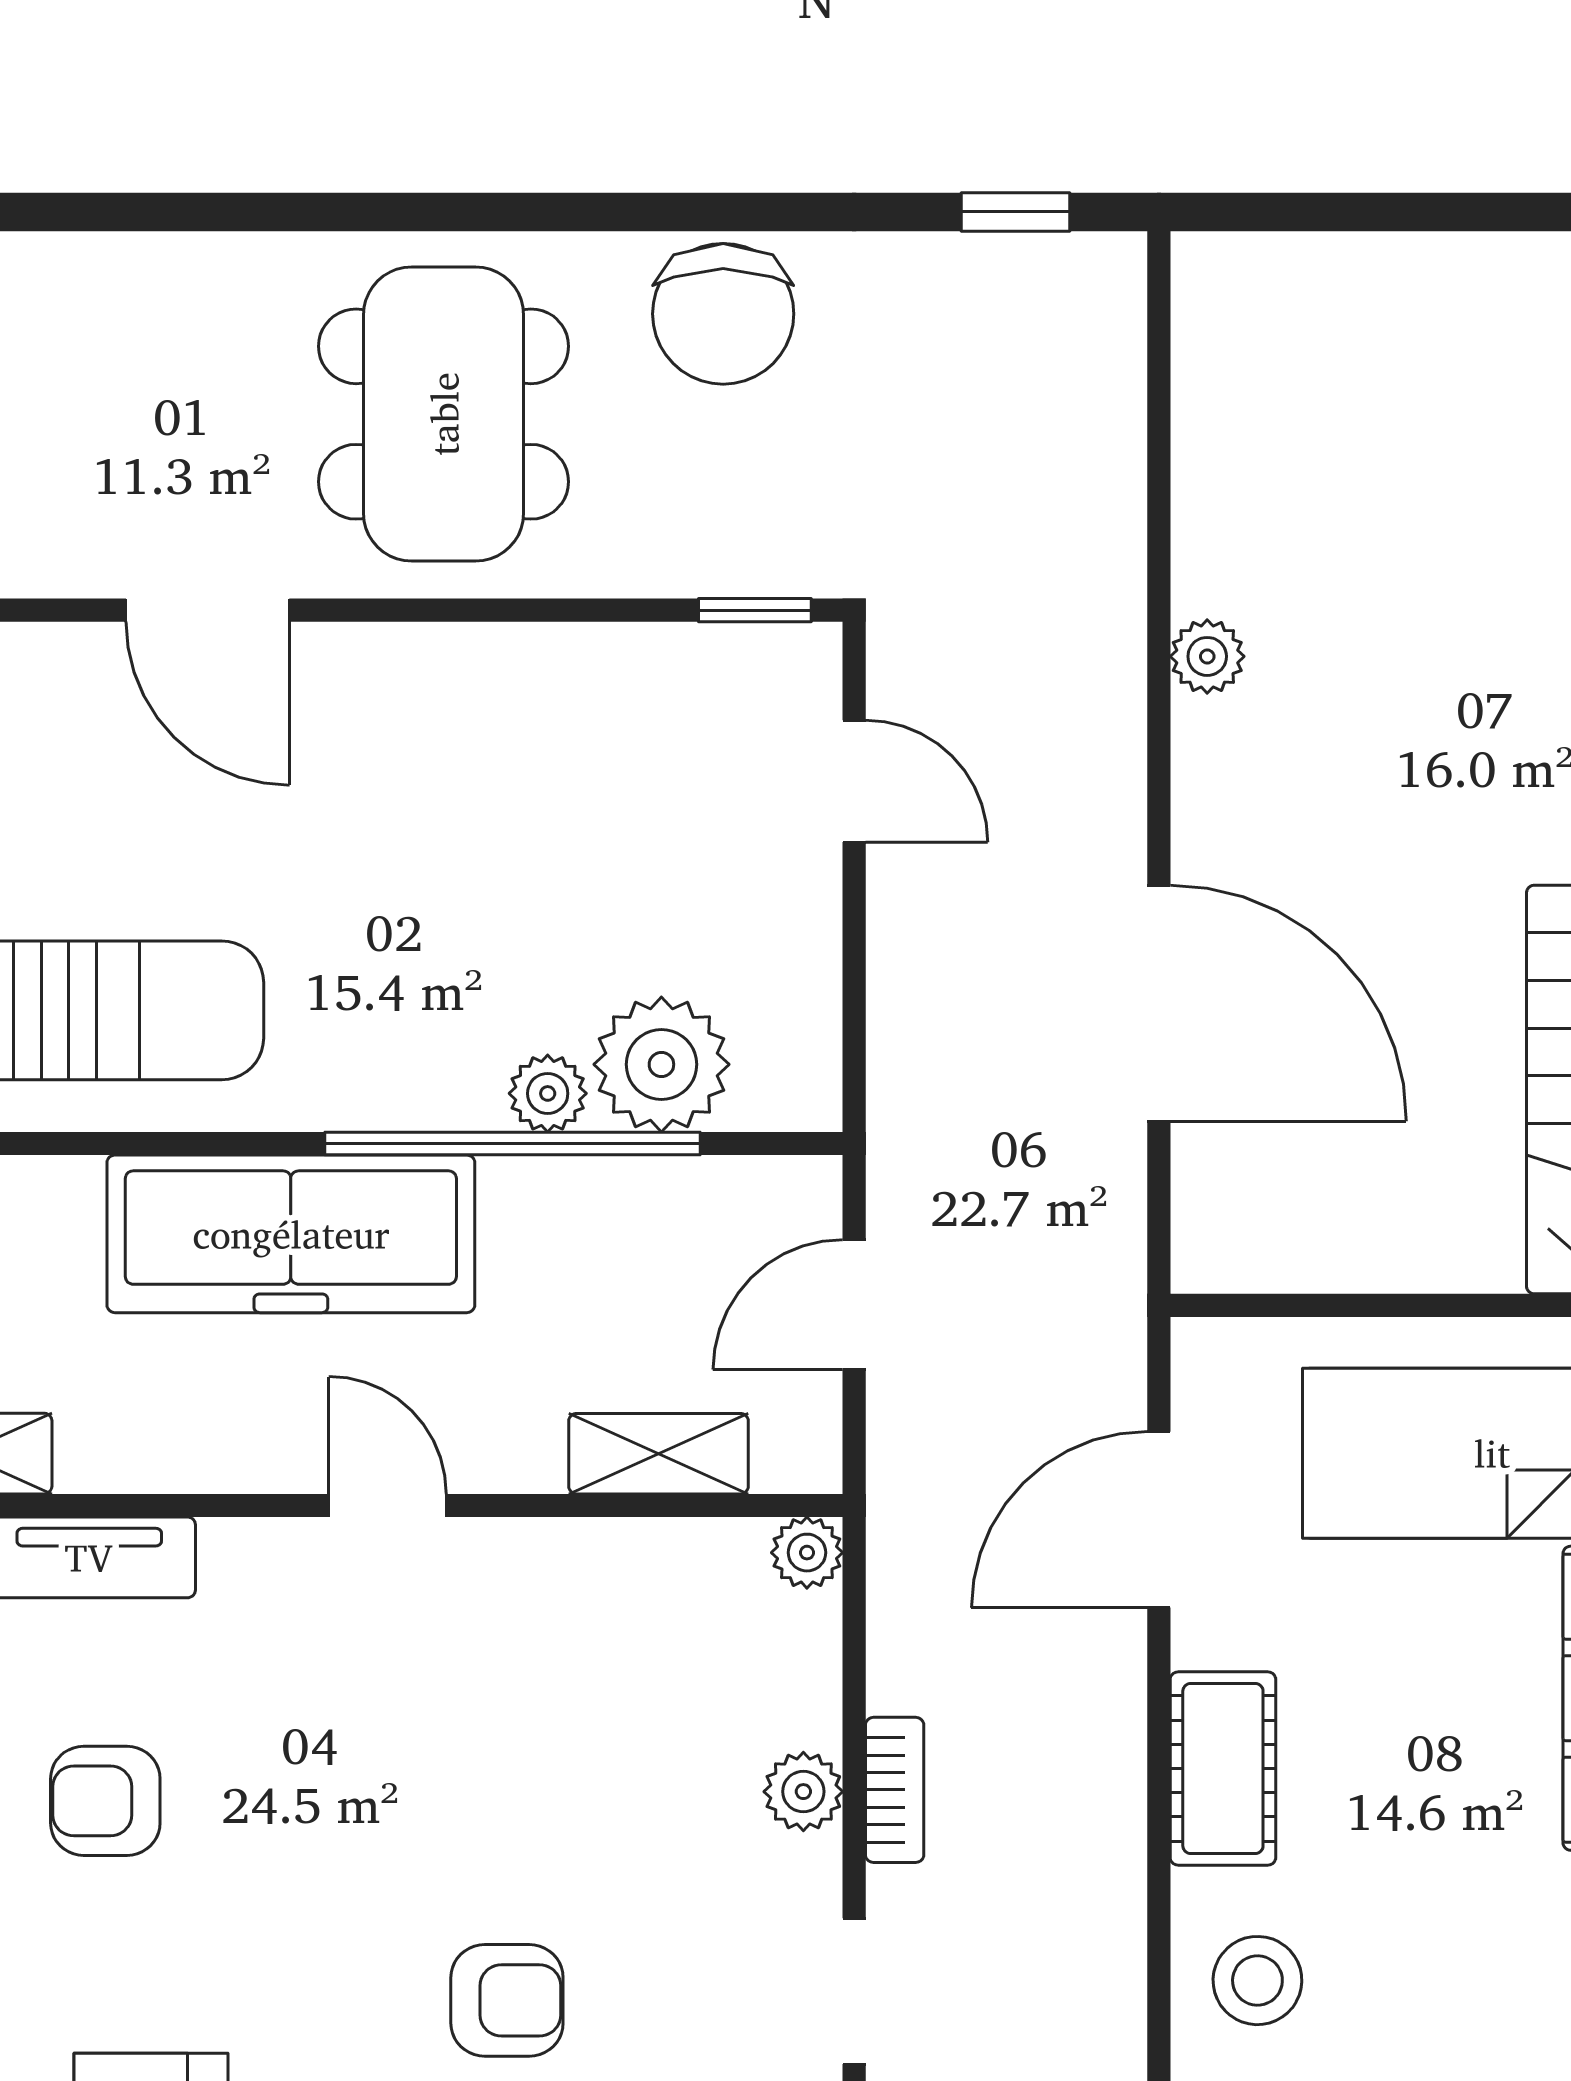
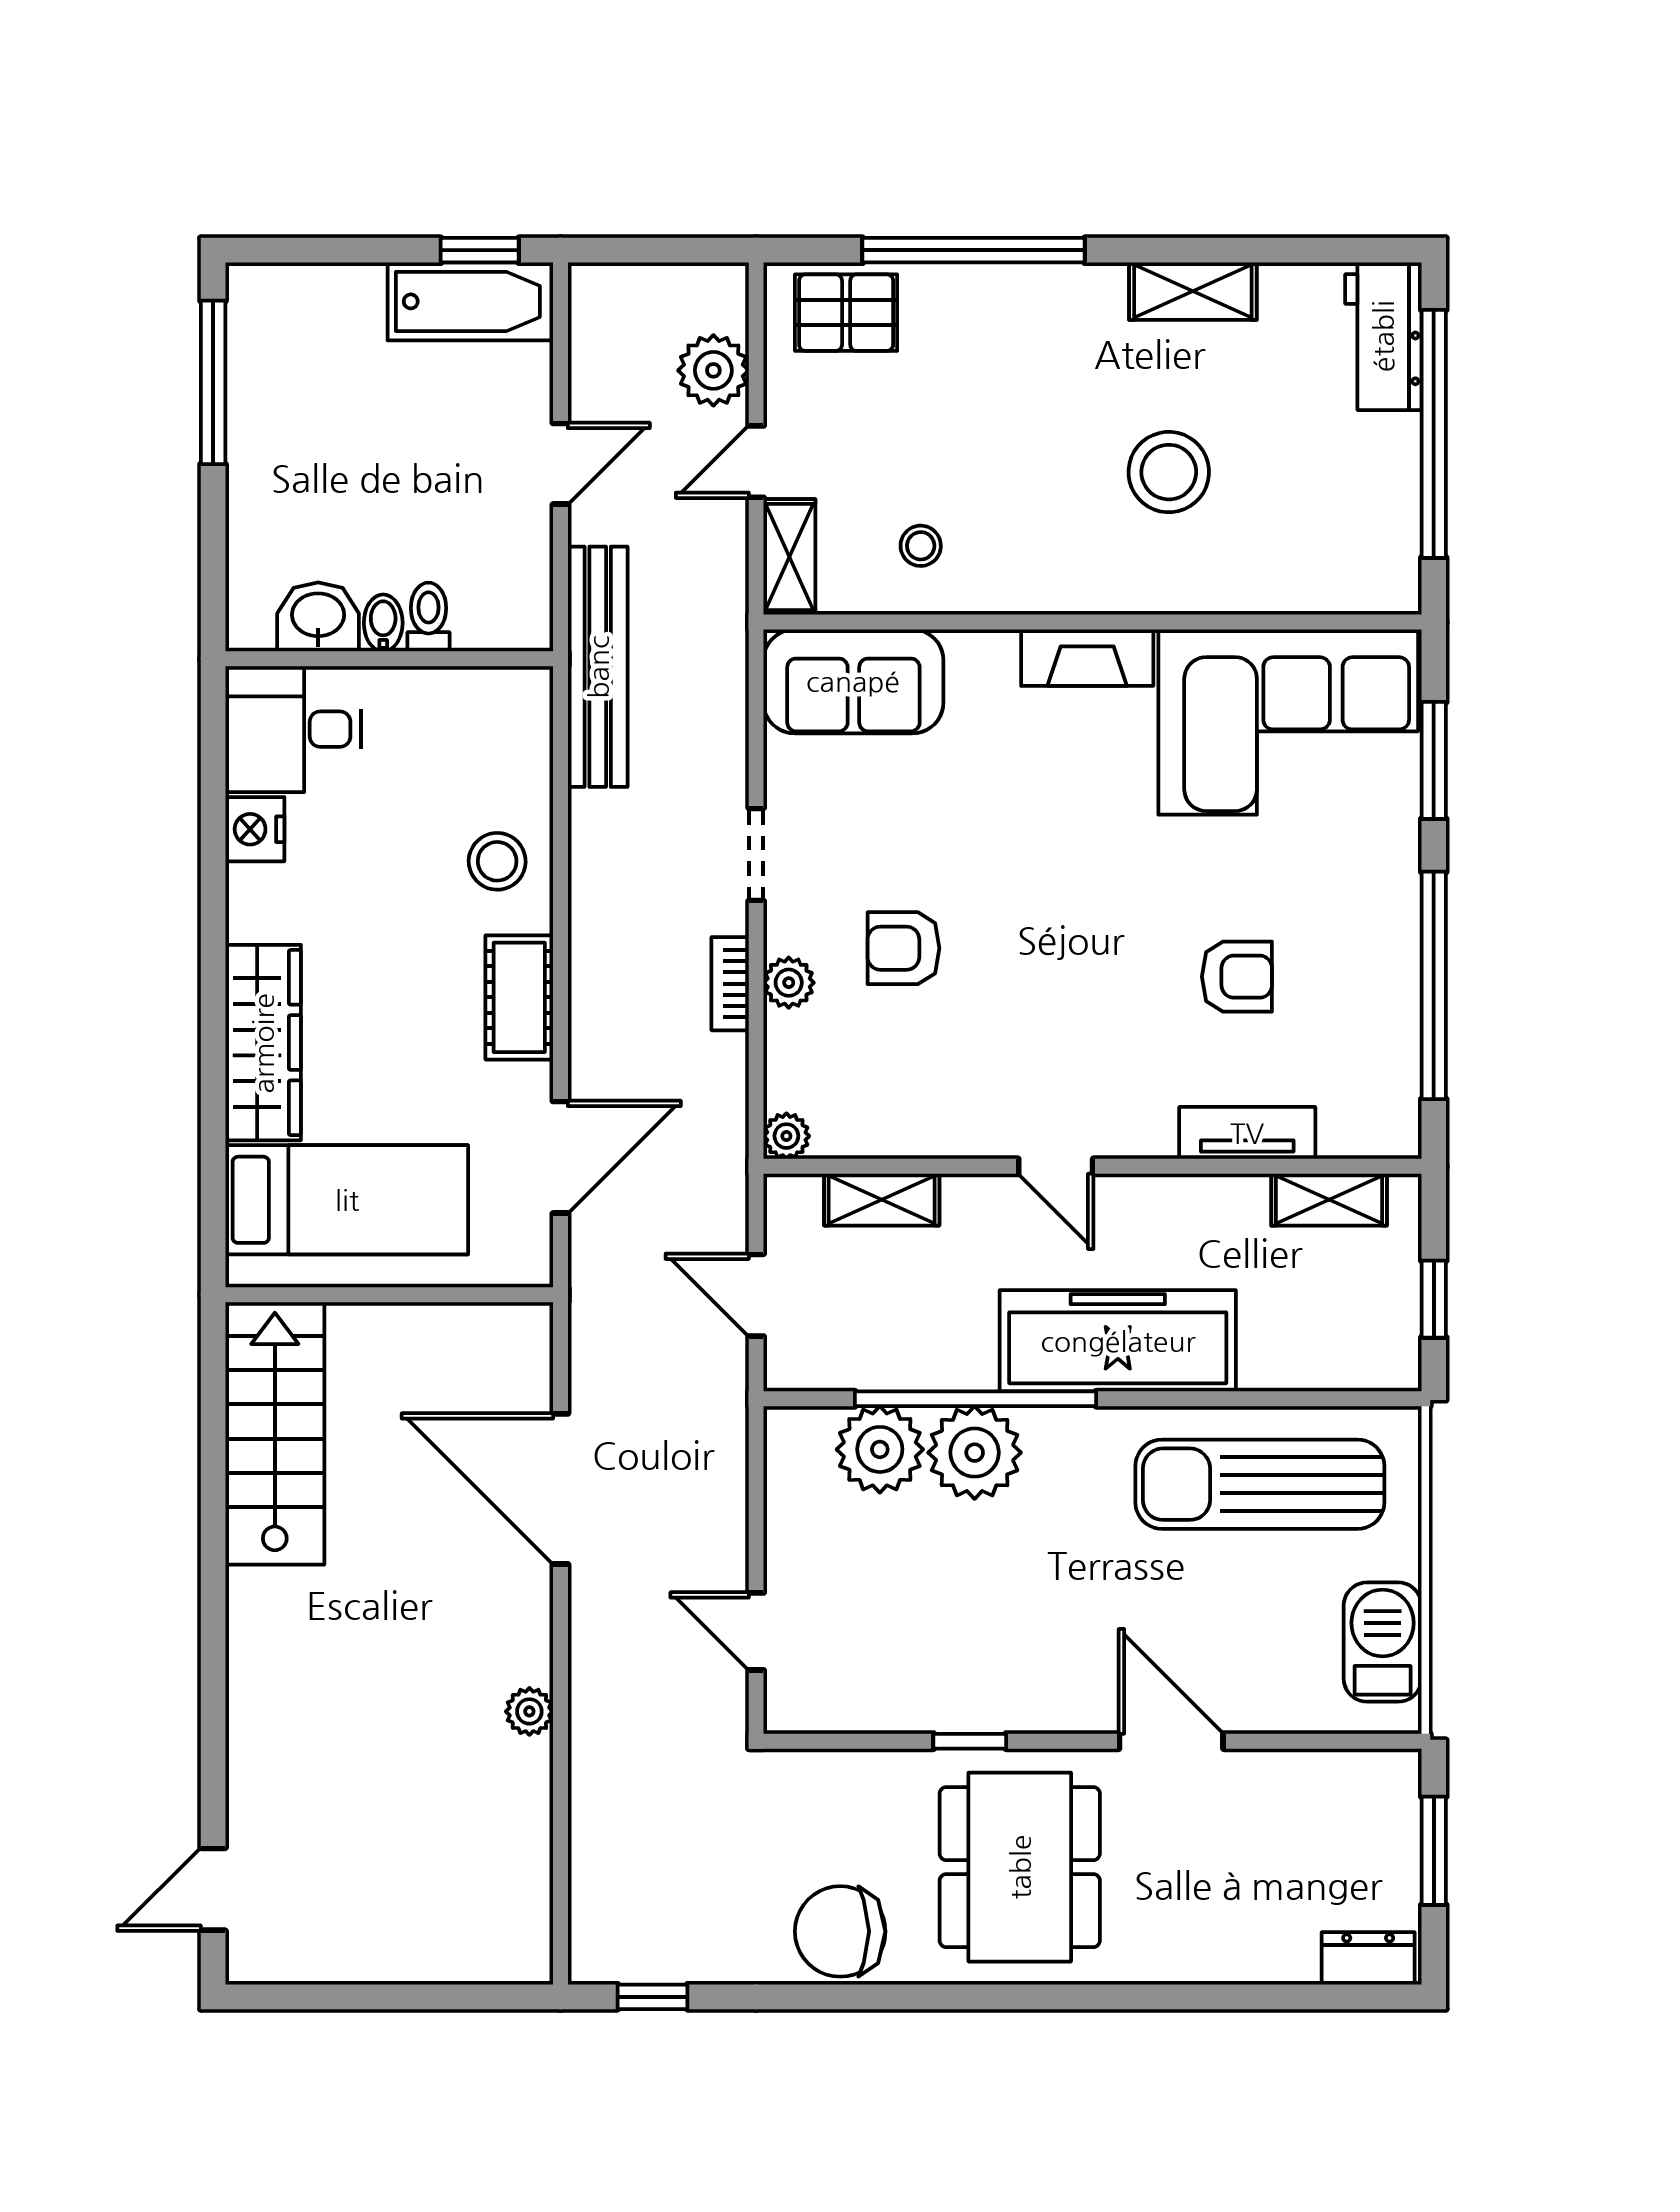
chair: (723, 314) -> (840, 1931), turned -90
window: (755, 610) -> (970, 1741), moved
plant: (548, 1093) -> (975, 1453), width x1.87, depth x1.87
door: (854, 1305) -> (756, 1295), swing flipped
armchair: (507, 2000) -> (904, 948), moved

